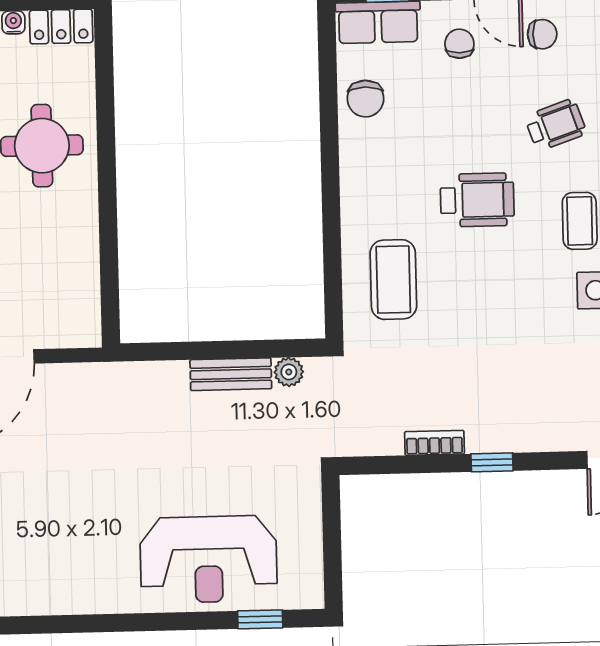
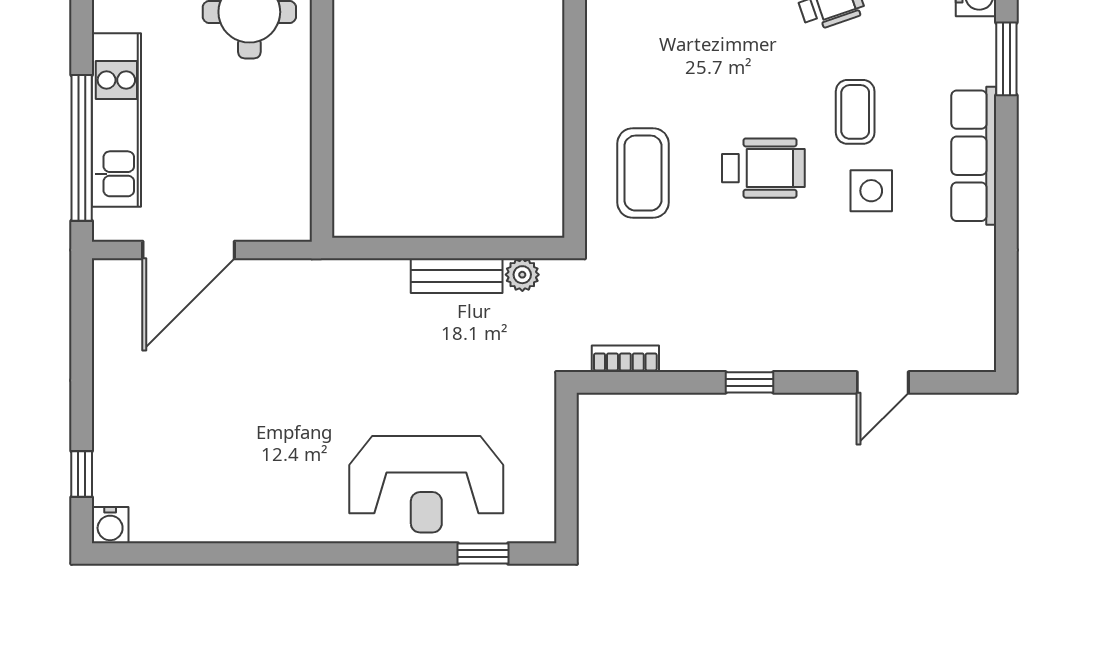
wheelchair: (477, 200) -> (763, 168), moved
bookcase: (434, 443) -> (625, 359), moved

